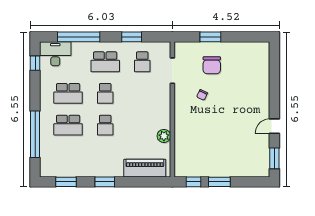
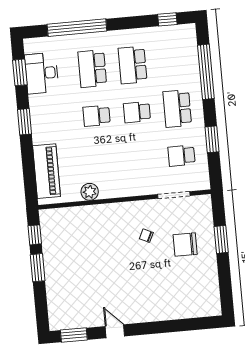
desk: (55, 54) -> (42, 73), moved, turned 180

